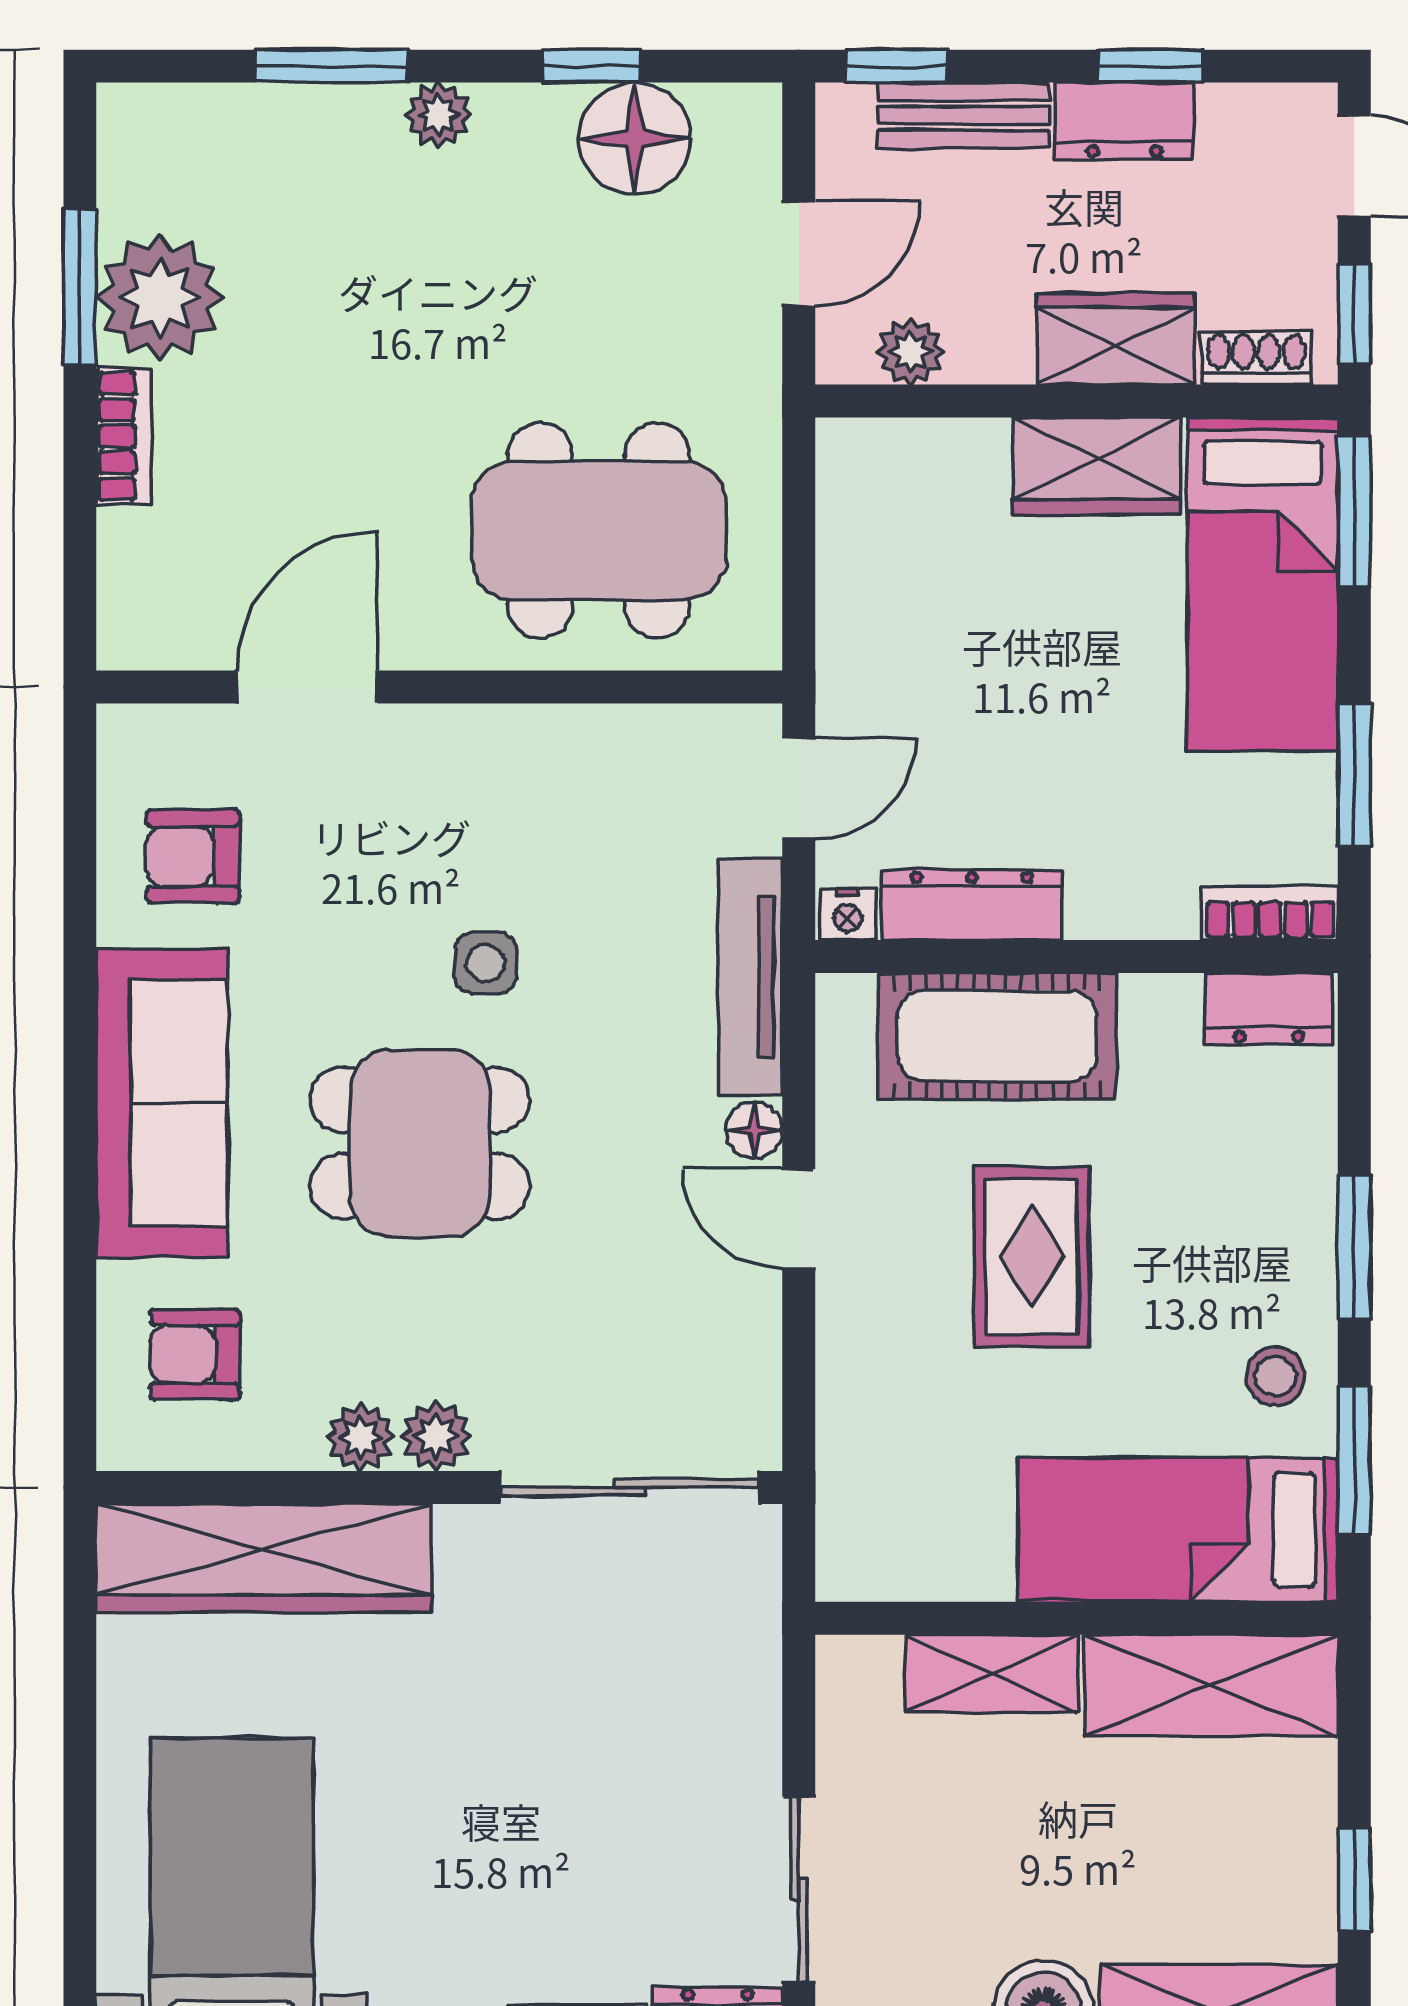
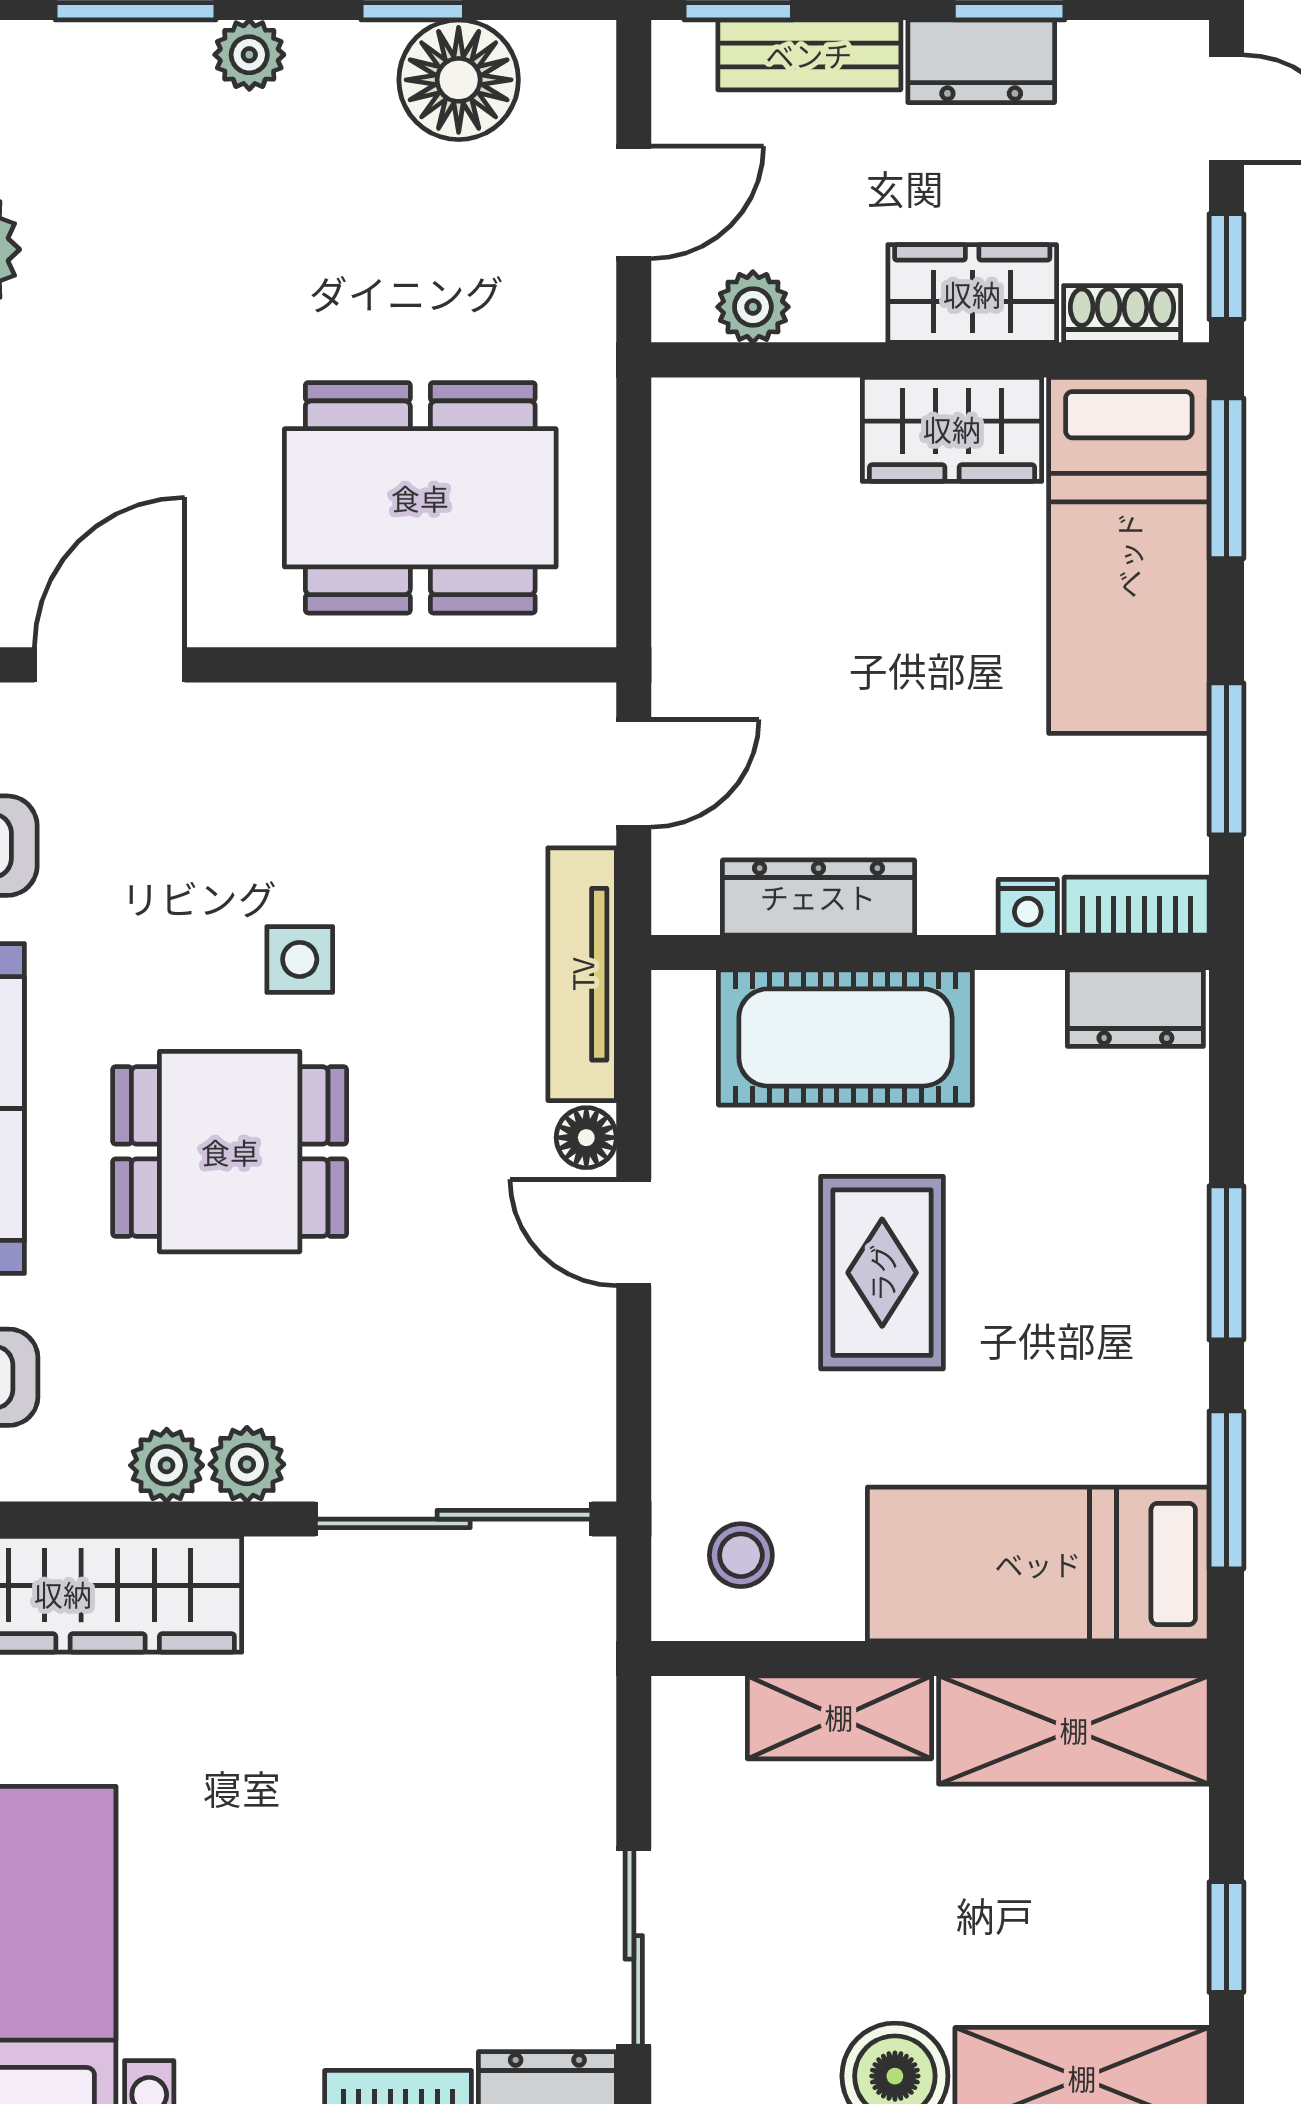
nightstand: (848, 914) -> (1028, 907), moved
stool: (1275, 1376) -> (741, 1555), moved

